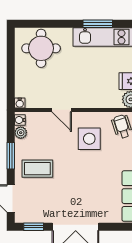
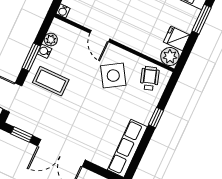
water cooler: (20, 120) -> (44, 51), moved
side table: (89, 139) -> (113, 76), turned -32

